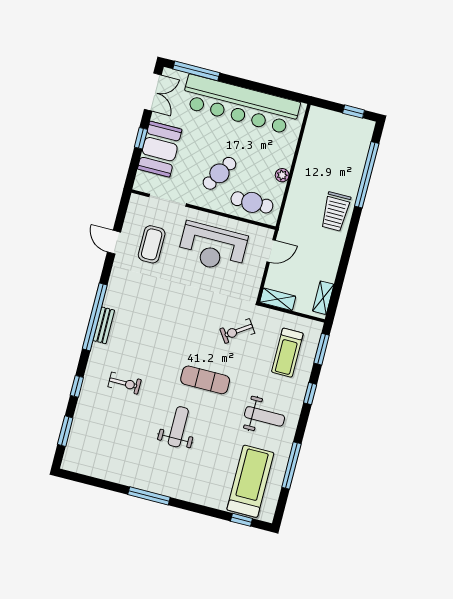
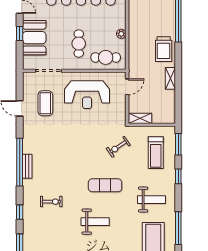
cafe table: (219, 173) -> (79, 44), turned -31
shelving: (323, 298) -> (170, 78), moved
weight bench: (178, 427) -> (95, 222), turned 90

